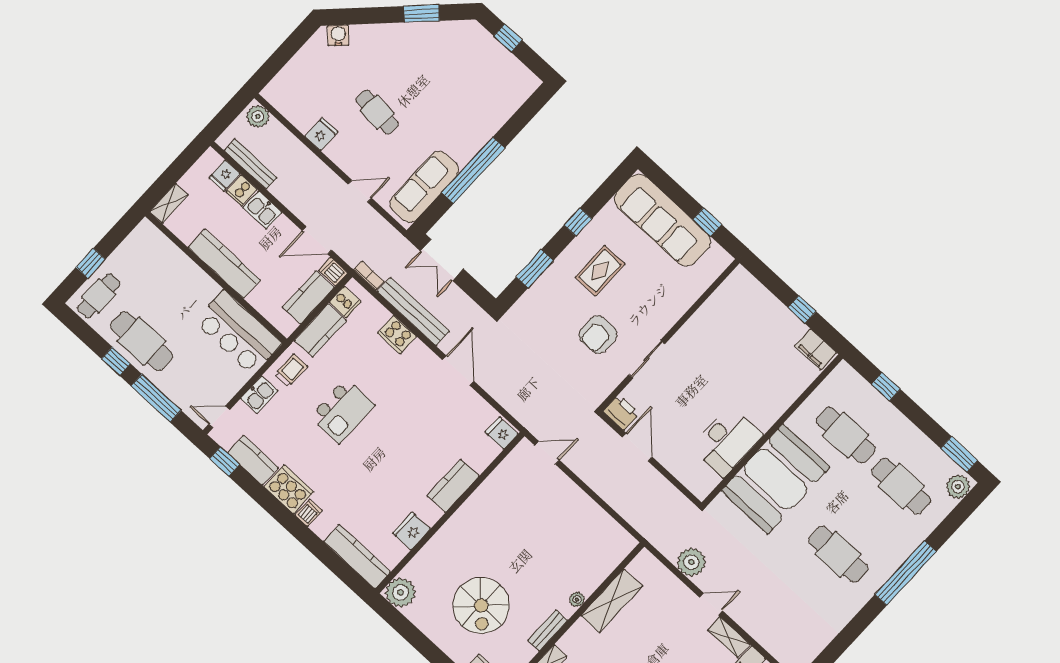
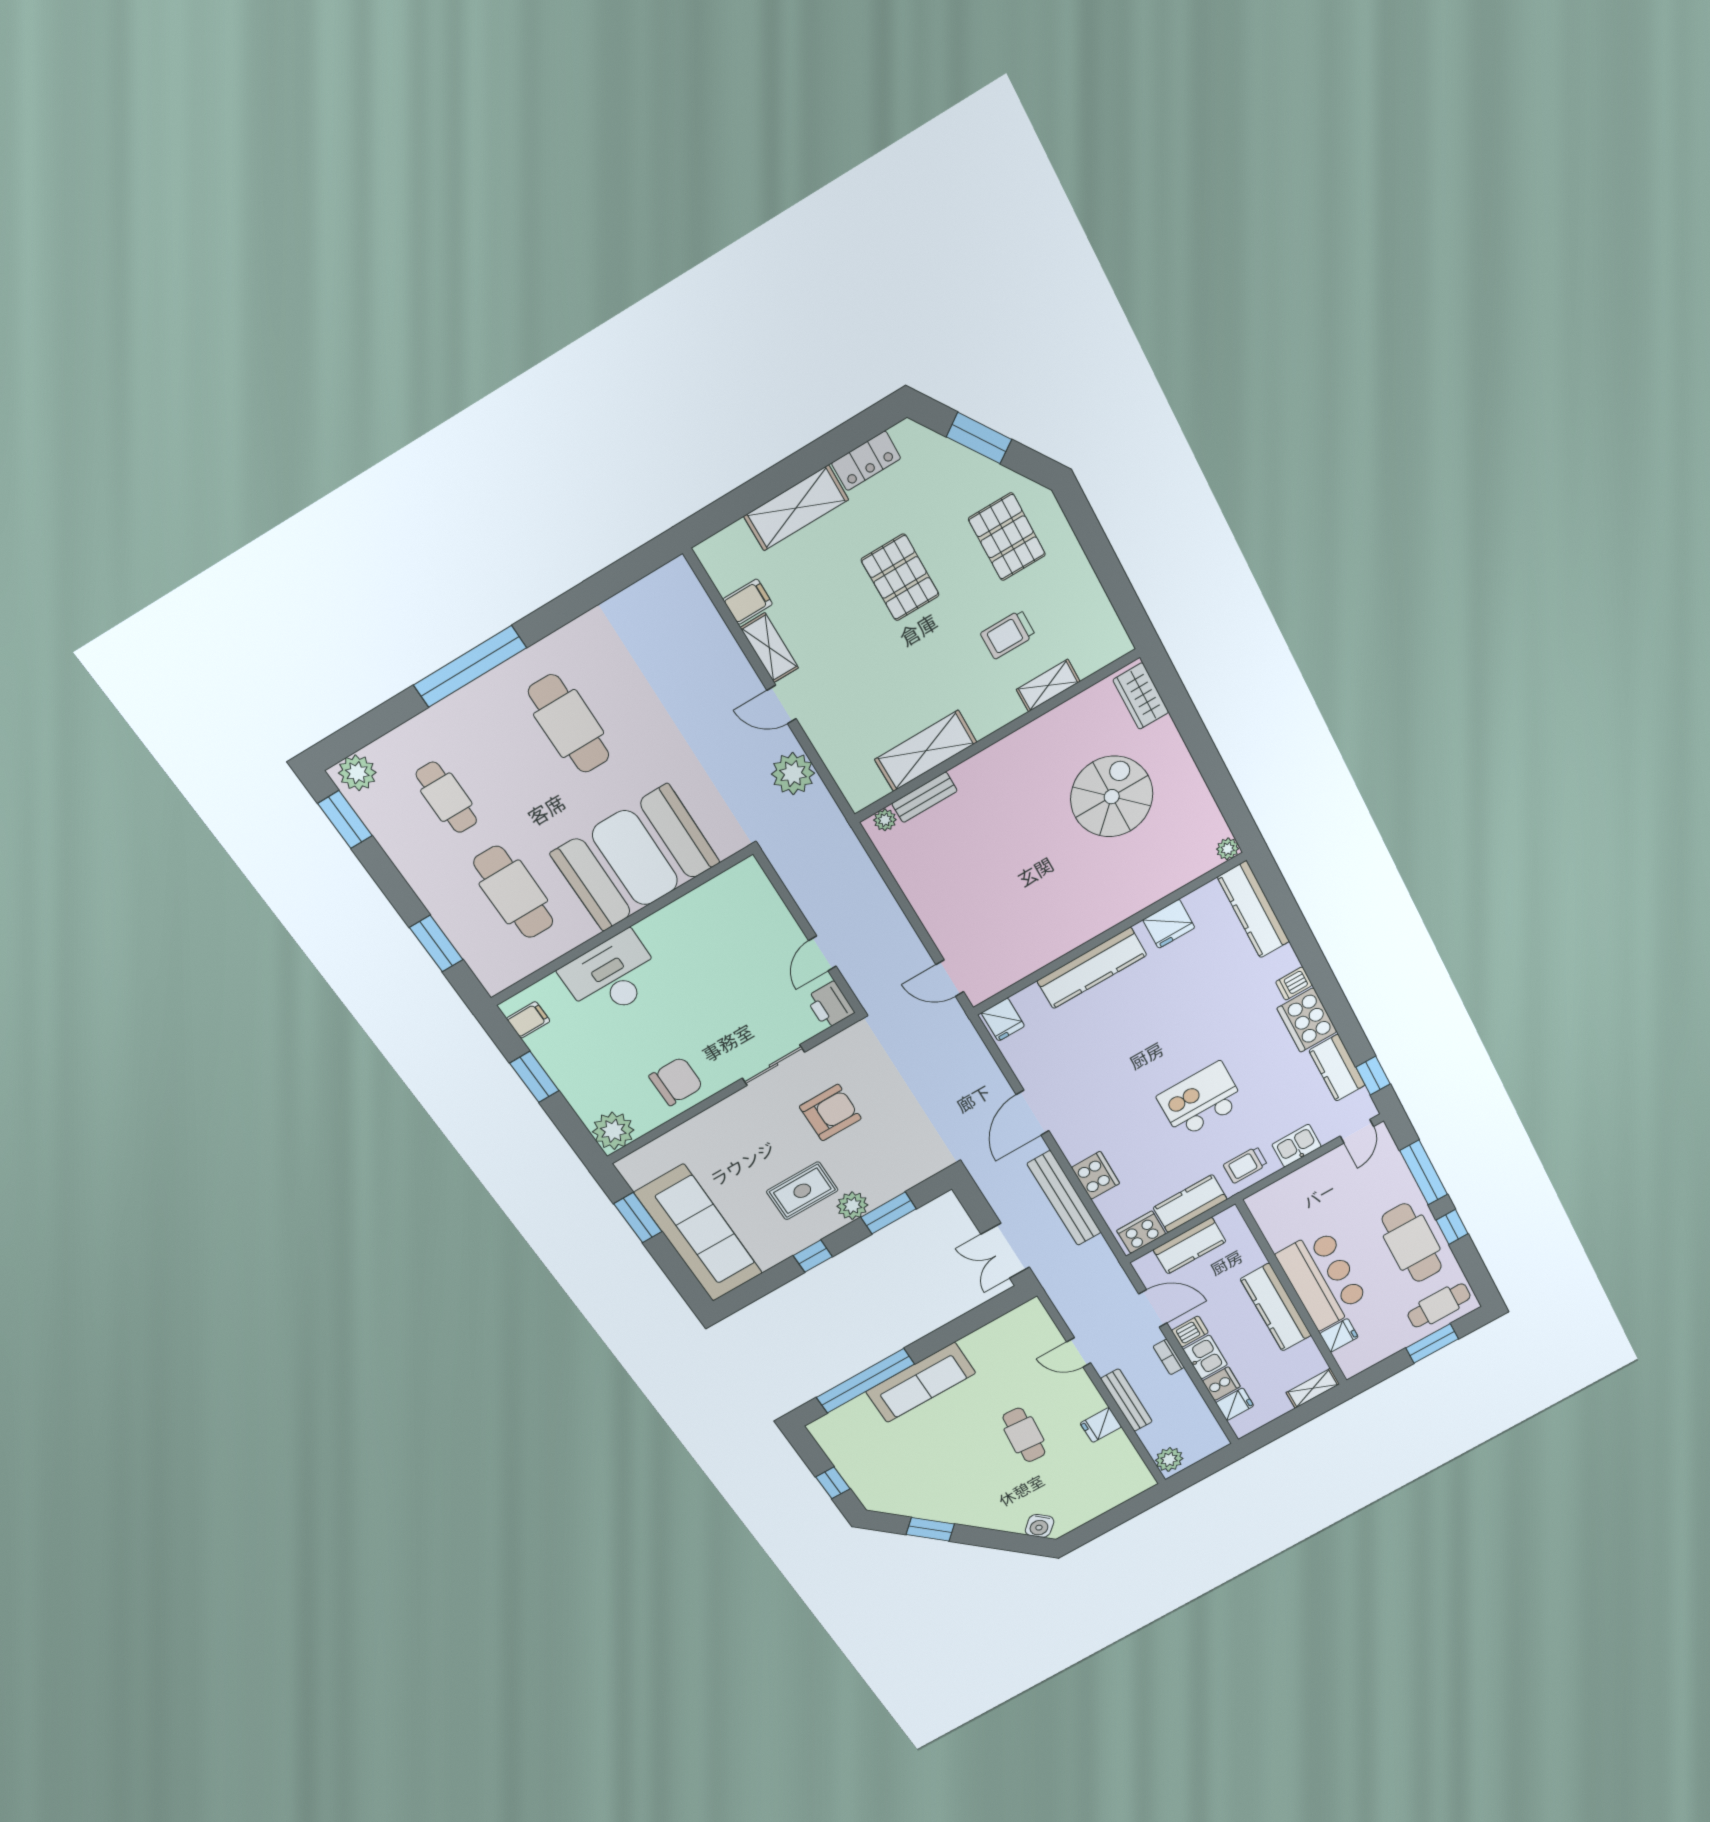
bench: (251, 164) -> (1127, 1400), moved
window: (473, 170) -> (865, 1381), moved
sofa: (424, 187) -> (921, 1382), moved
window: (707, 222) -> (638, 1218), width x1.50
fridge: (166, 253) -> (1339, 1335), added
double door: (442, 260) -> (1005, 1251), swing flipped
window: (91, 263) -> (1432, 1343), width x1.50
plant: (562, 268) -> (852, 1206), added
dishwasher: (333, 272) -> (1190, 1332), moved, turned -90
bookcase: (369, 276) -> (1169, 1357), moved
plant: (740, 283) -> (613, 1131), added
cooker: (345, 302) -> (1141, 1232), width x1.36
window: (802, 309) -> (534, 1077), width x1.50
chair: (708, 331) -> (676, 1081), added
bar counter: (238, 333) -> (1322, 1279), moved
filing cabinet: (816, 349) -> (528, 1020), width x0.50
window: (886, 387) -> (436, 944), width x1.50
door: (219, 417) -> (1357, 1131), hinge flipped
desk: (727, 441) -> (612, 976), moved
door: (637, 447) -> (822, 953), width x0.73
kitchen counter: (453, 486) -> (1092, 968), width x1.50
cafe table: (901, 486) -> (446, 797), width x0.73, depth x0.74
plant: (400, 592) -> (1228, 849), width x0.53, depth x0.53
plant: (577, 599) -> (885, 820), moved
bench: (548, 631) -> (924, 797), moved

